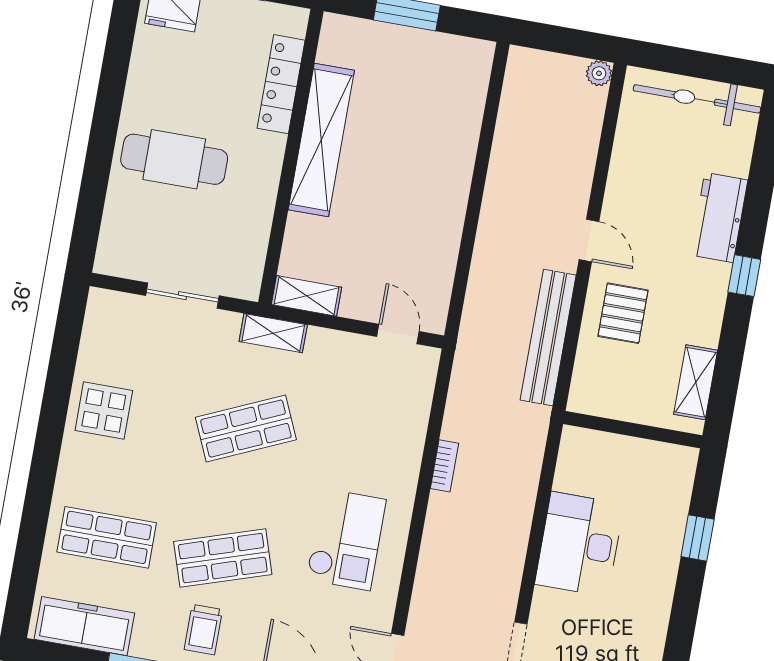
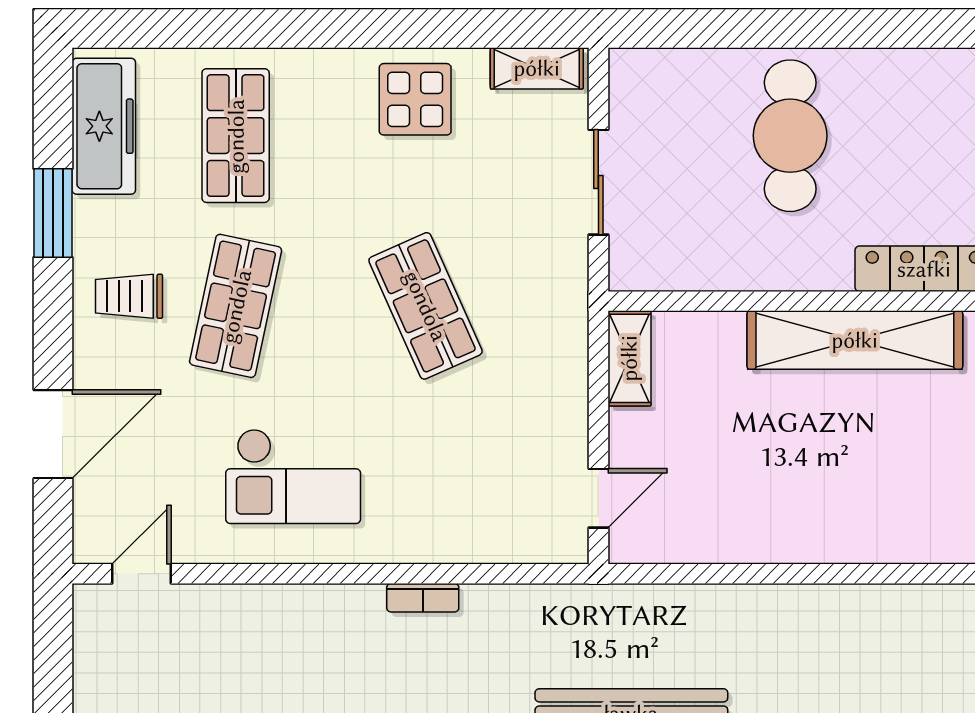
shelving: (273, 333) -> (537, 68), moved, turned 90
shop shelf: (223, 558) -> (236, 306), turned 30

